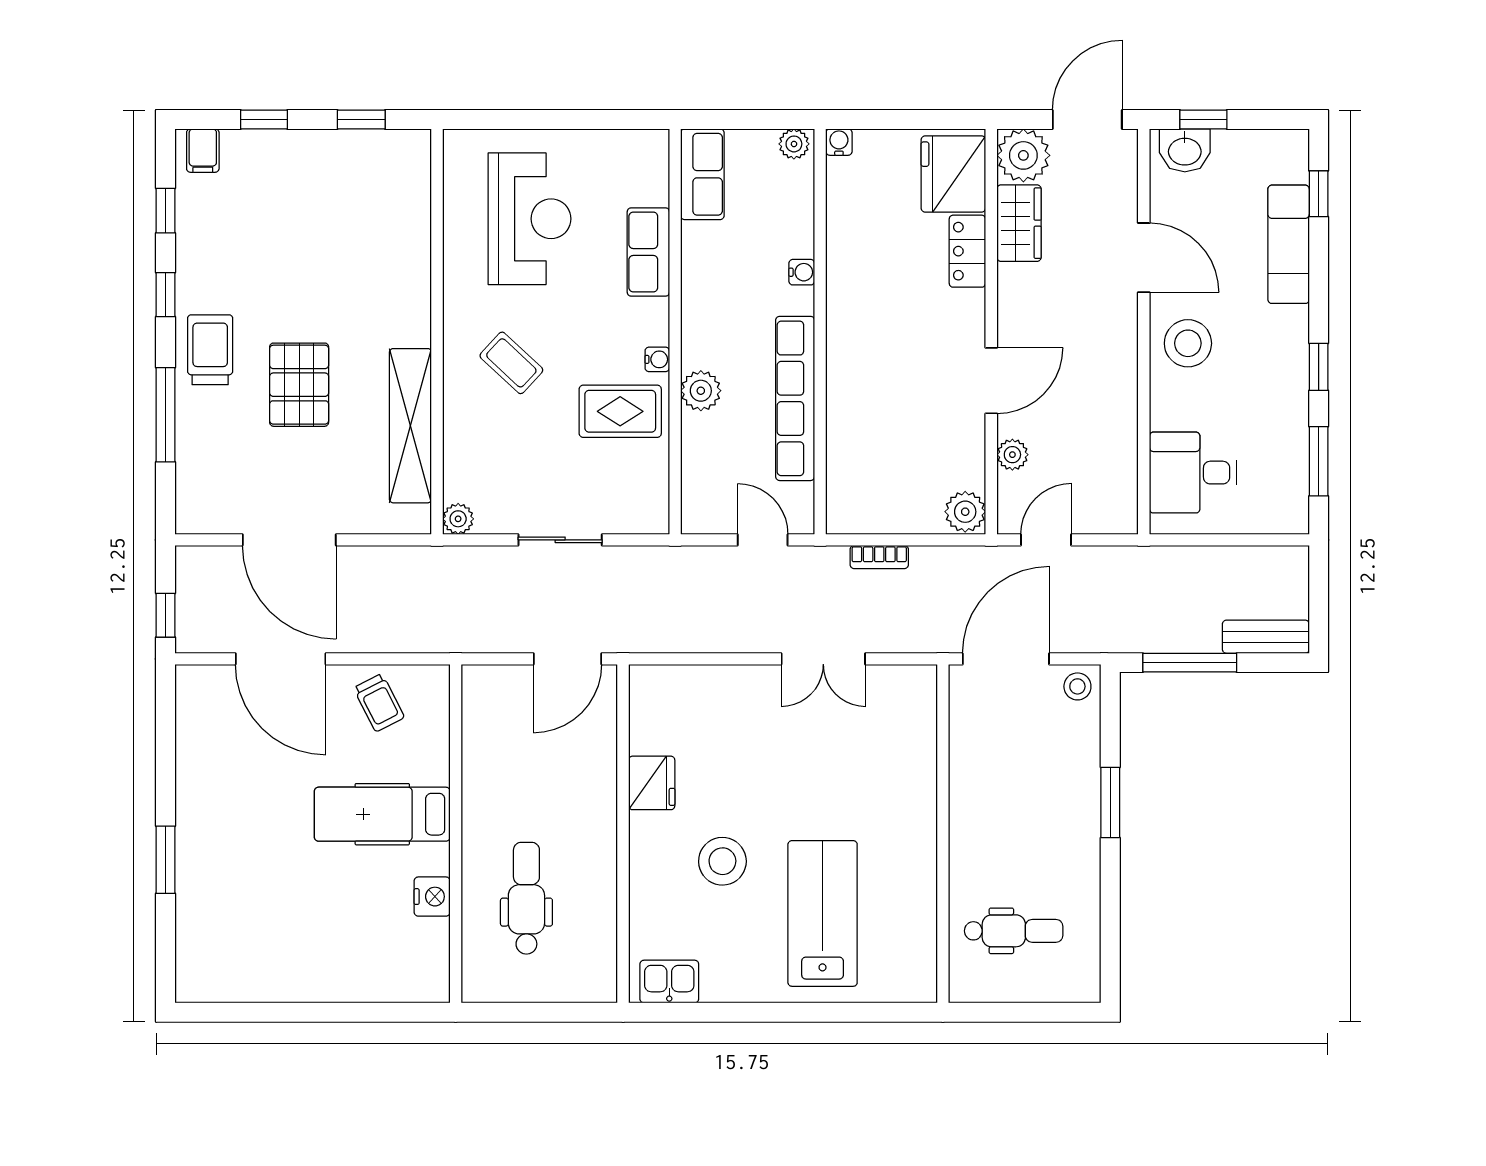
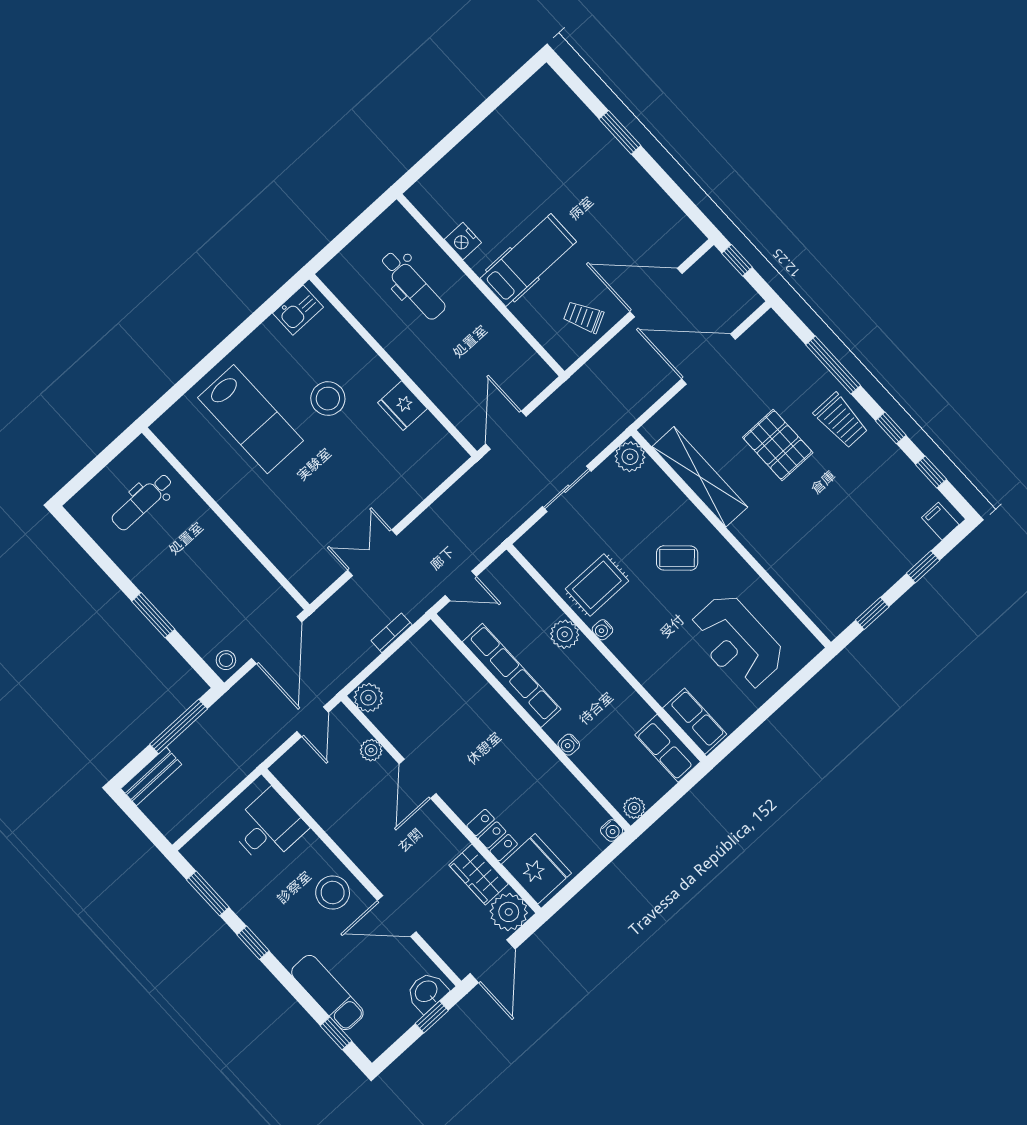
row of seats: (648, 252) -> (695, 721), moved
plant: (458, 519) -> (630, 457), width x1.38, depth x1.38

